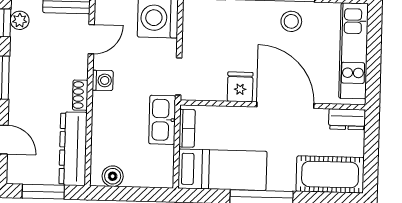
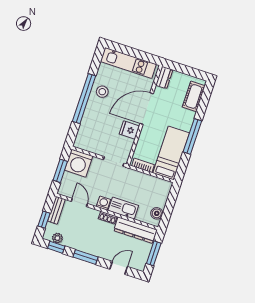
kitchen sink: (162, 120) -> (123, 208), moved, turned 180
cot: (330, 174) -> (194, 96), width x0.73, depth x0.75

